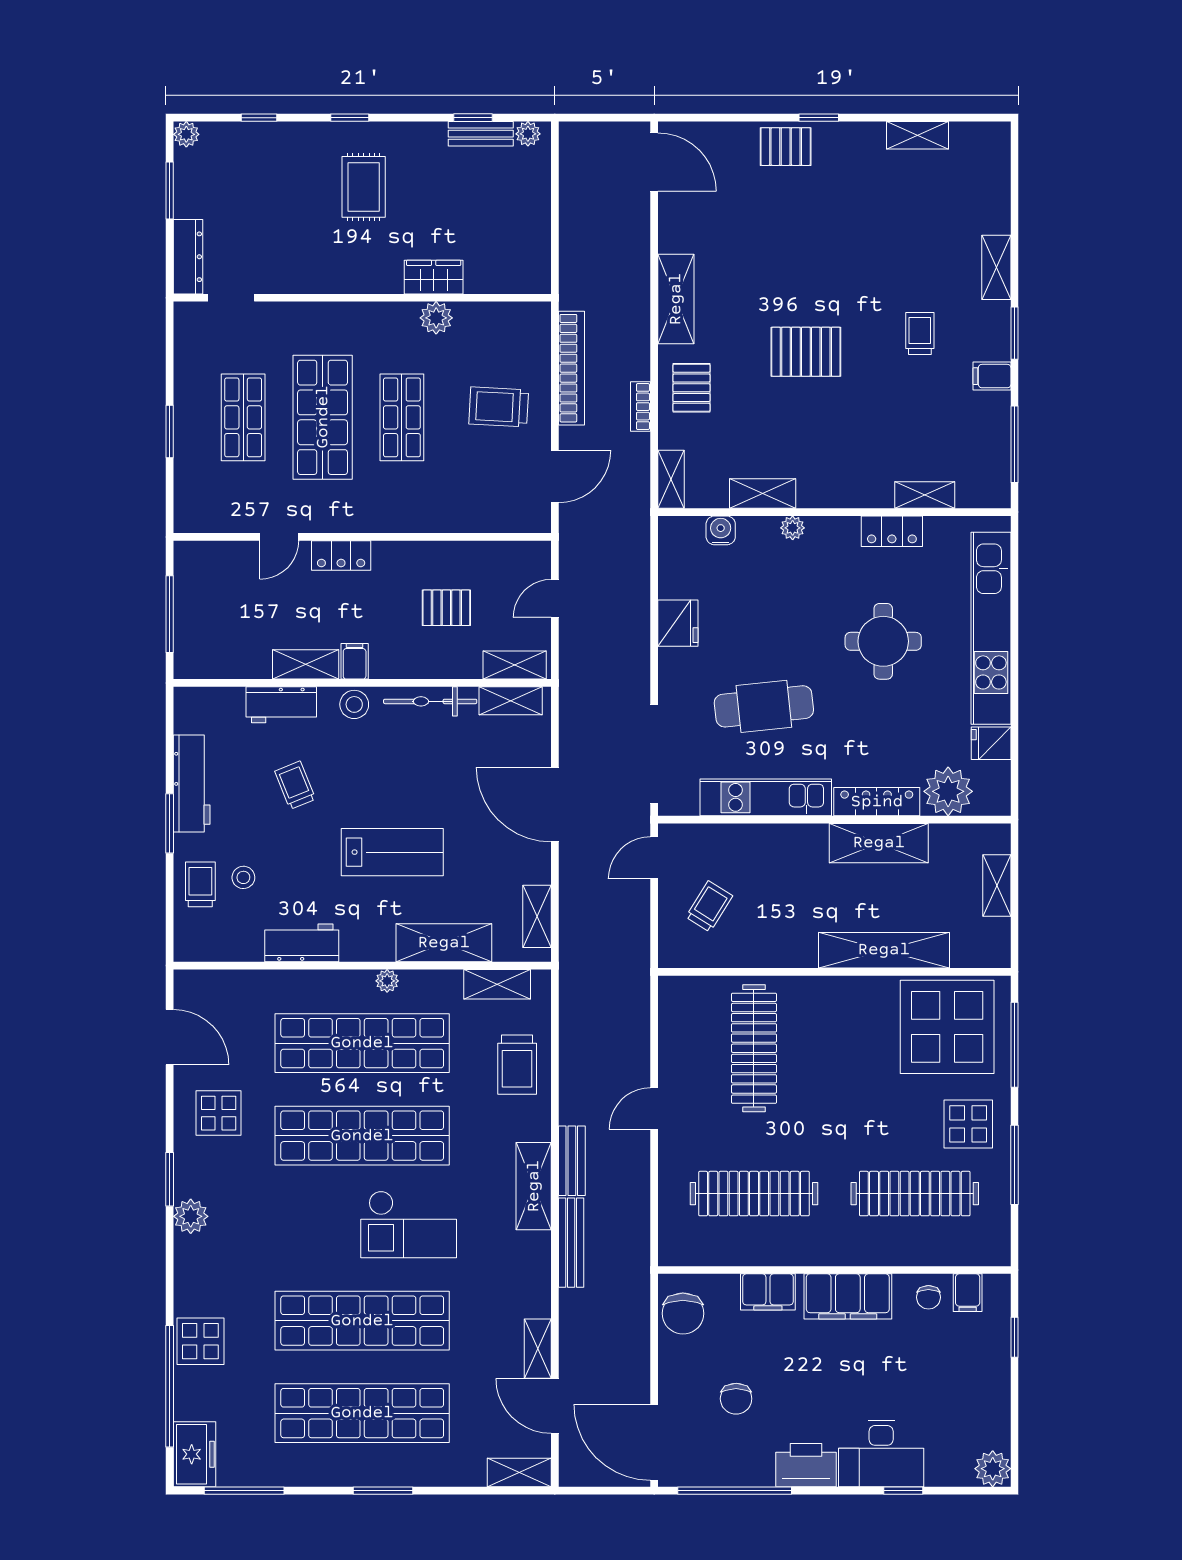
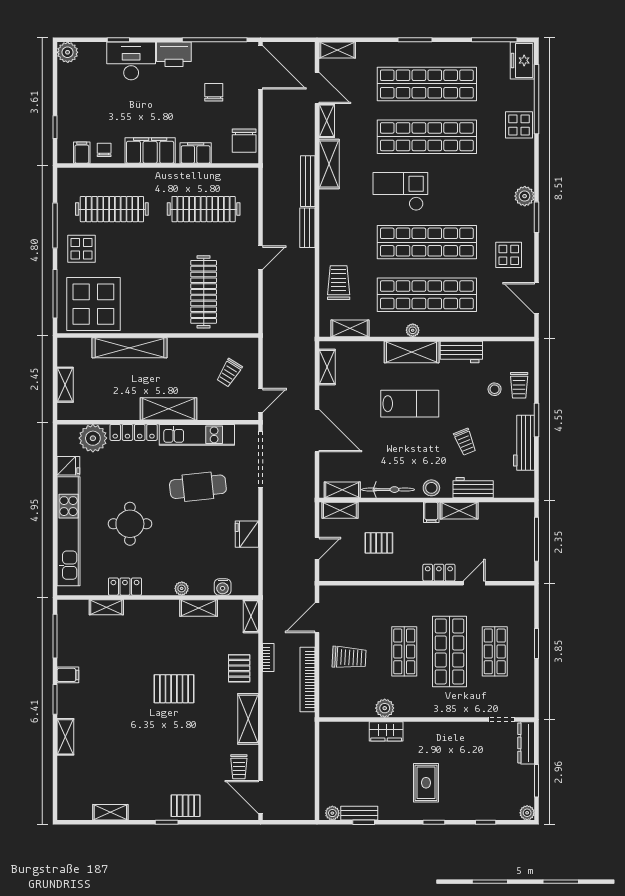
trolley: (920, 333) -> (239, 767), moved
shelving: (879, 843) -> (169, 409), moved
lab bench: (392, 852) -> (410, 404), turned 180
shelving: (444, 943) -> (412, 352), moved
shelving: (534, 1186) -> (329, 164), moved
chair: (683, 1313) -> (244, 141), turned 180

